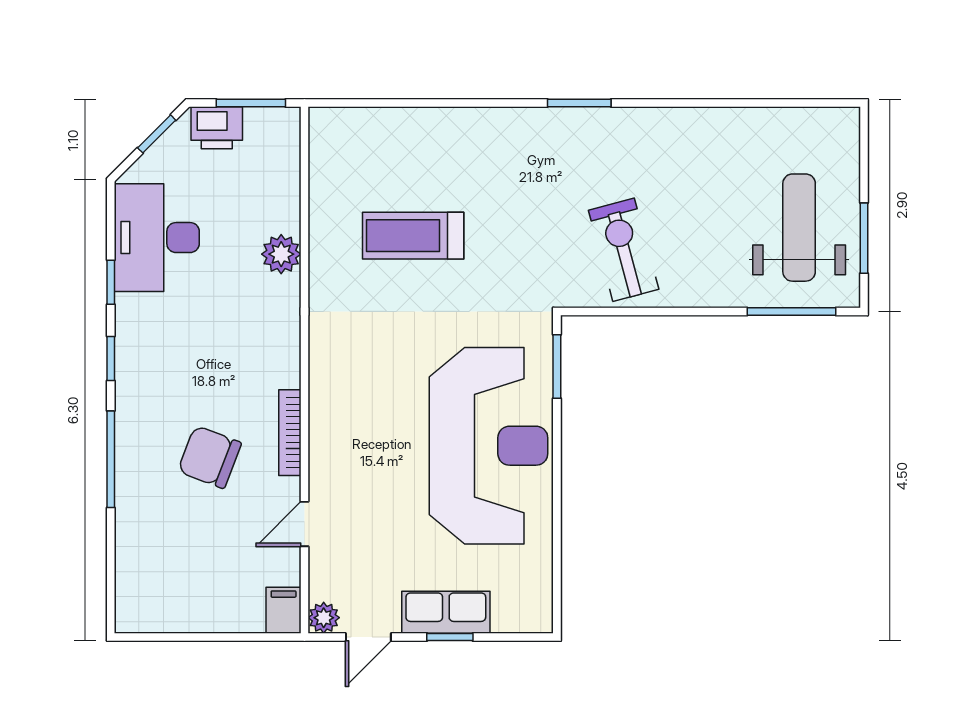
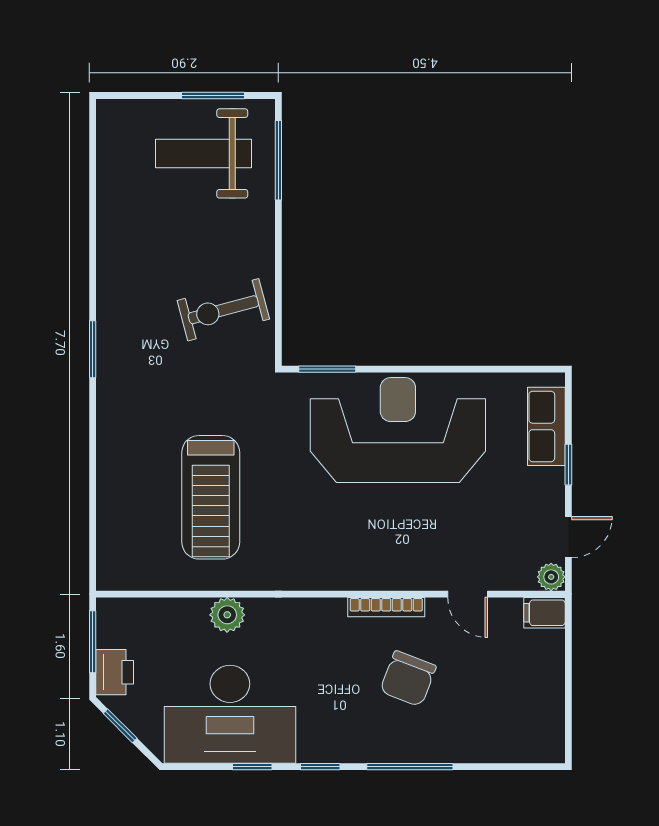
treadmill: (413, 236) -> (211, 497), width x1.37, depth x1.38
desk: (157, 238) -> (230, 714), width x1.36, depth x1.30
row of seats: (446, 612) -> (546, 426), moved
door: (368, 637) -> (568, 537), hinge flipped

